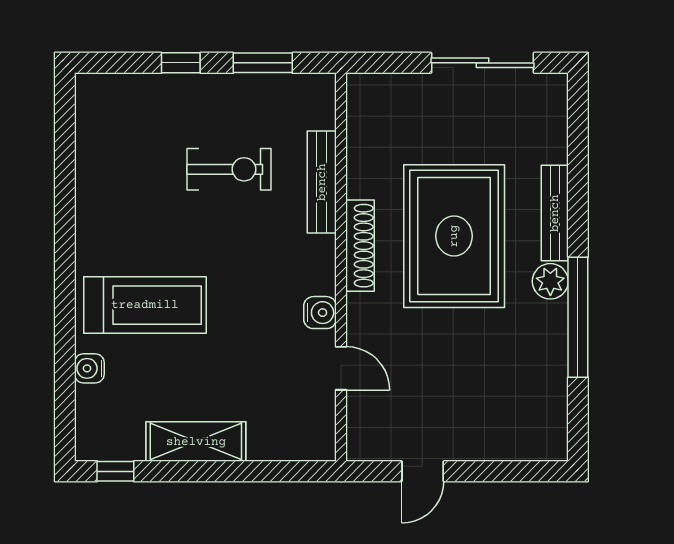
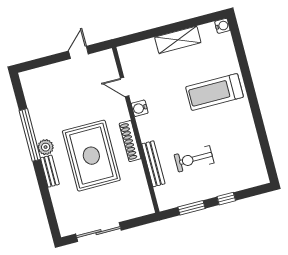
bench: (555, 213) -> (50, 171), width x0.73
water cooler: (89, 368) -> (222, 26), moved
window: (115, 471) -> (209, 18), removed

